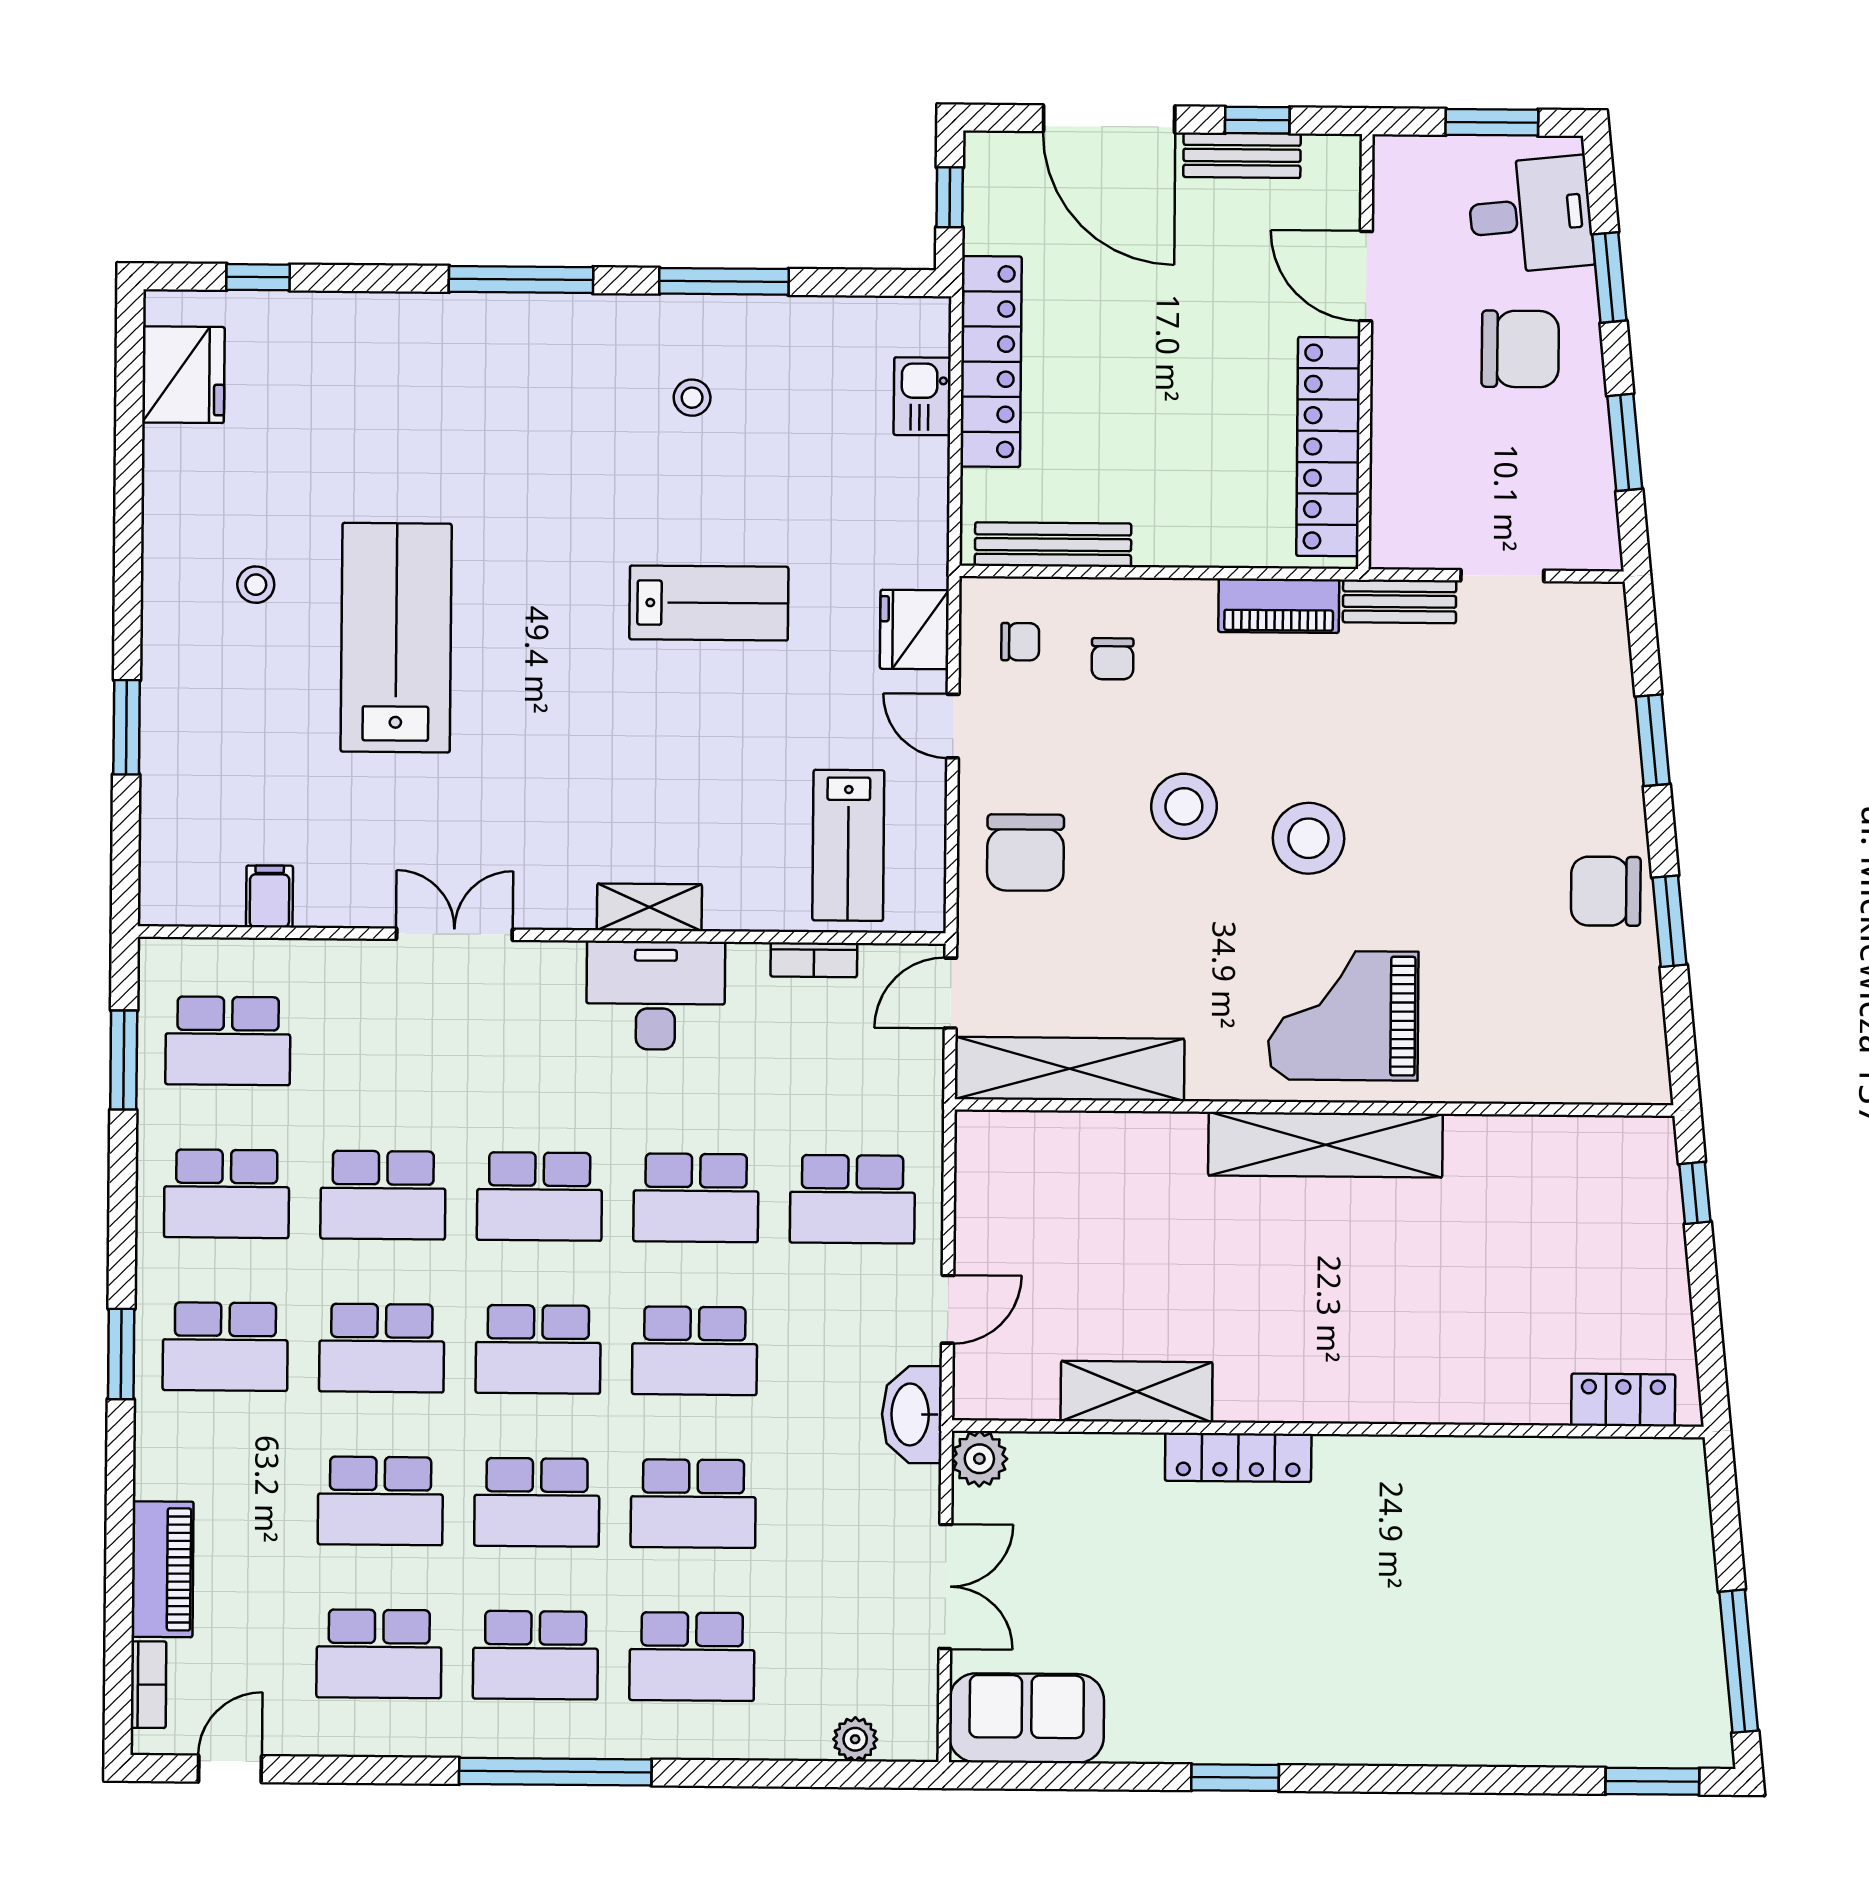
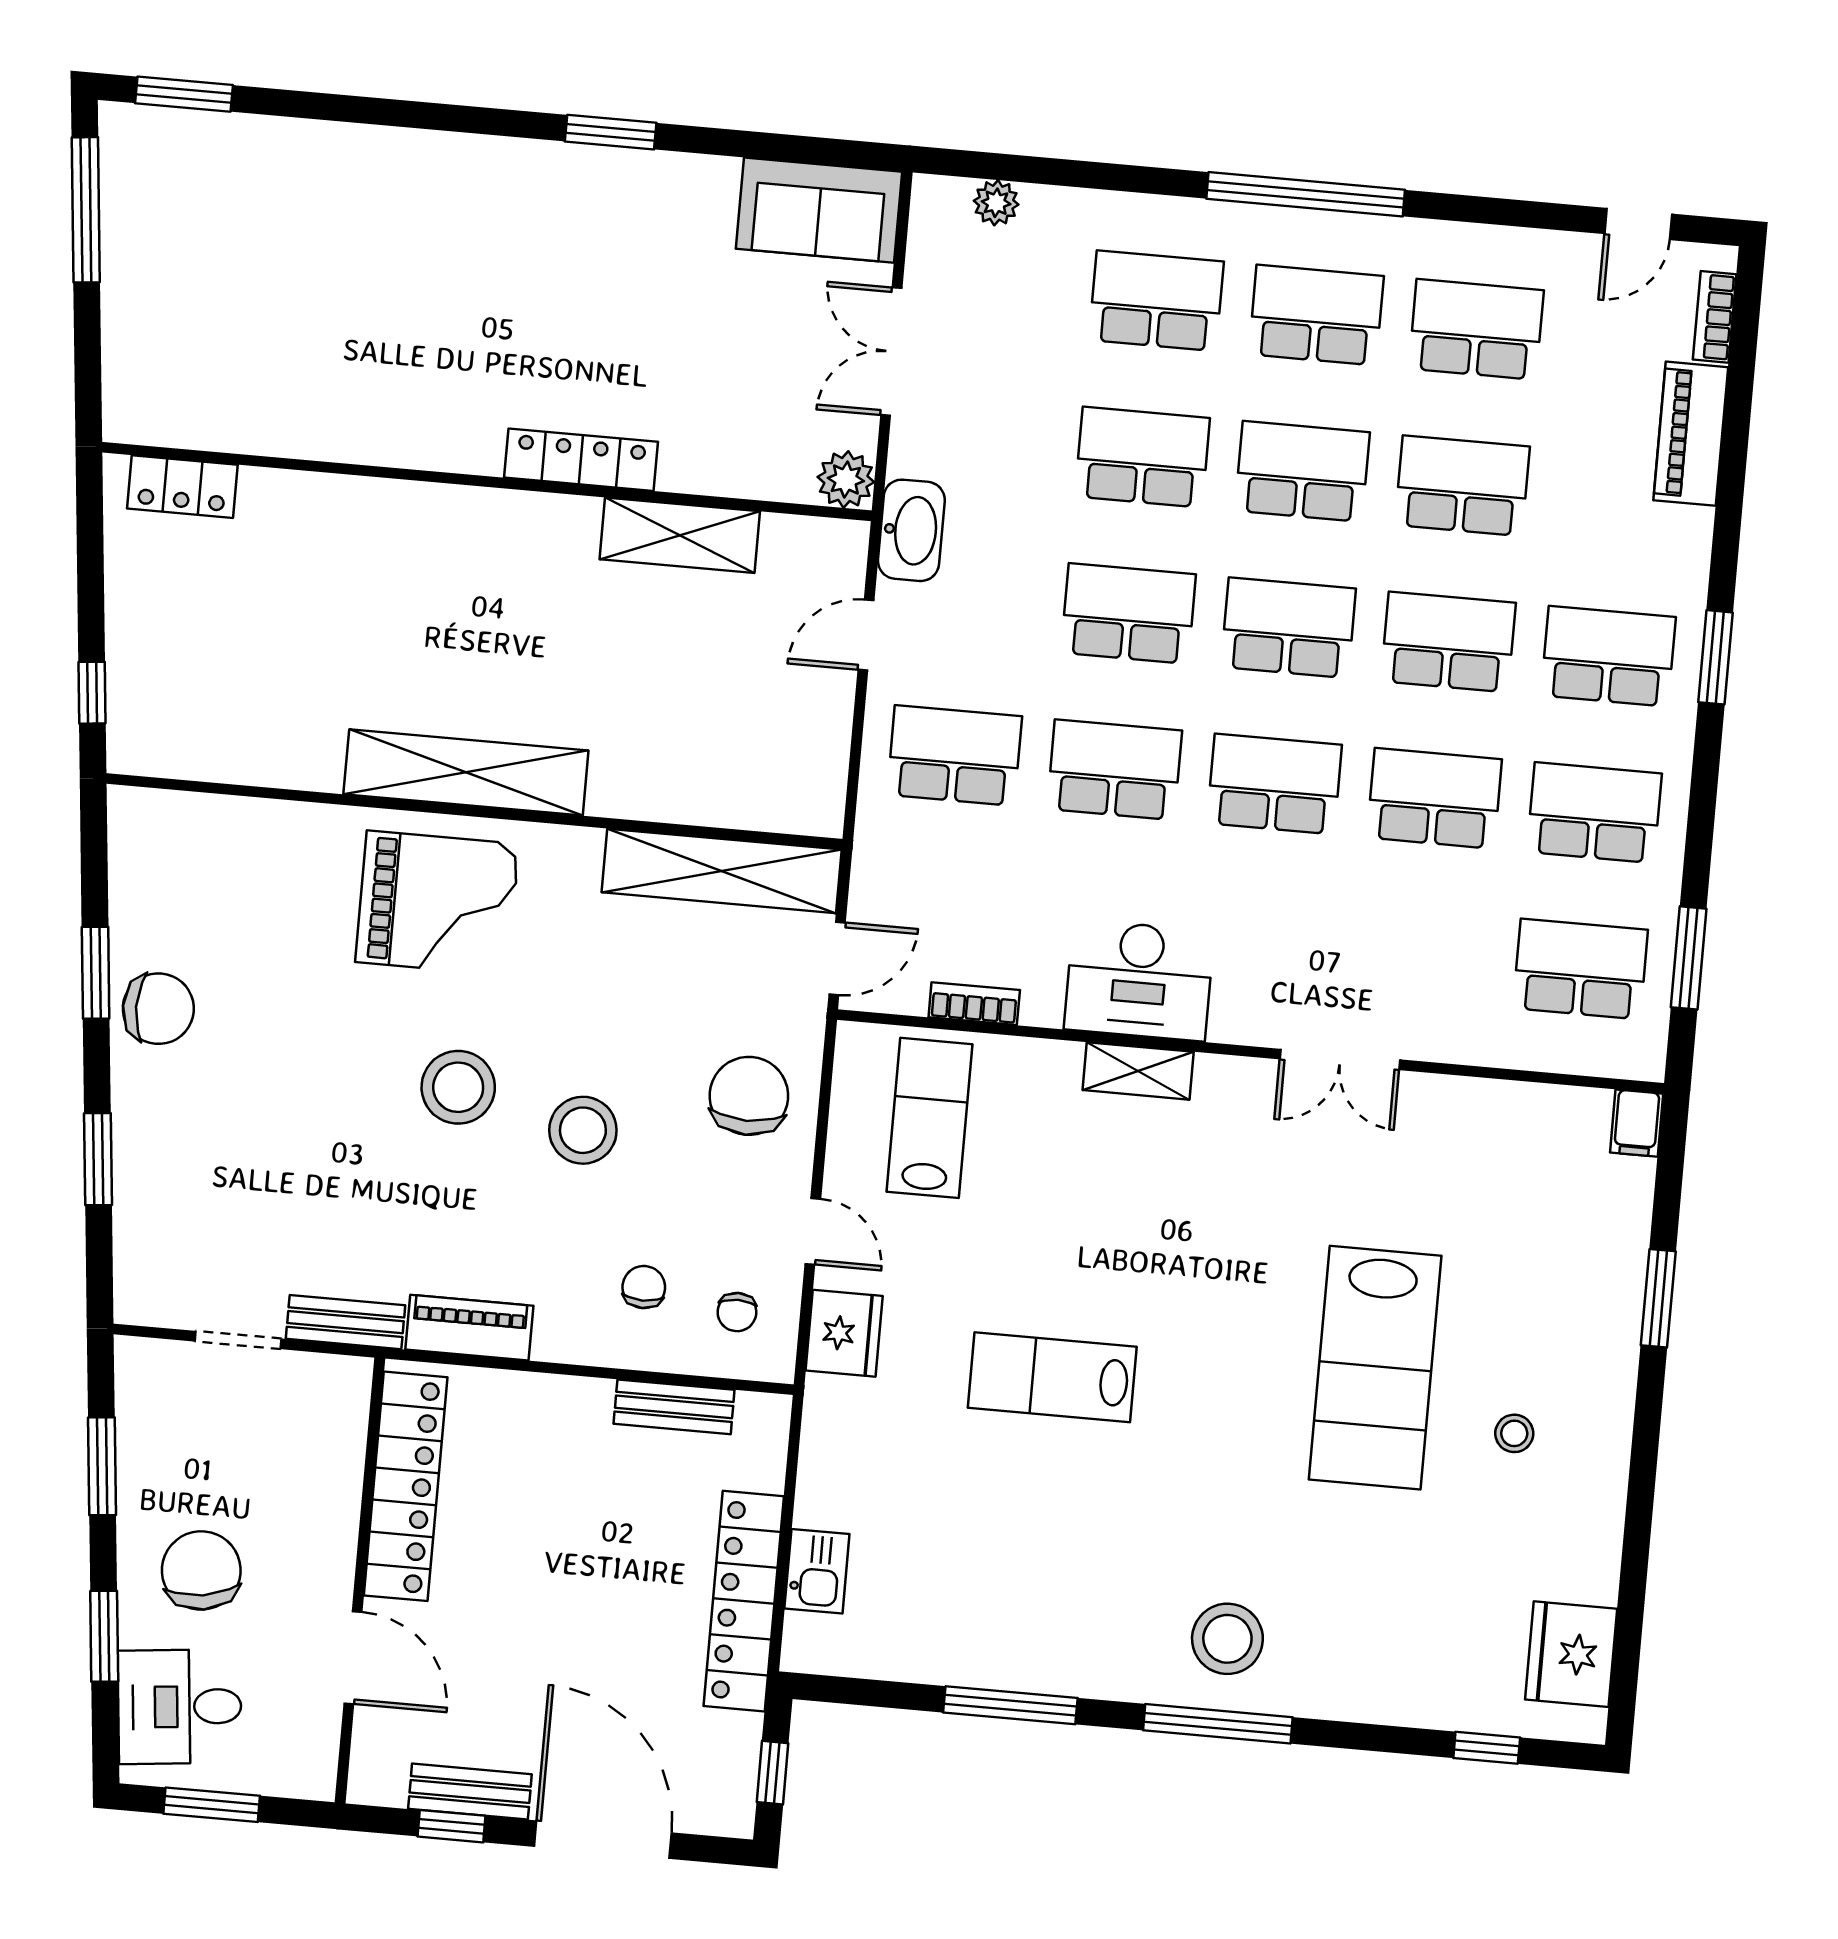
chair: (1520, 349) -> (201, 1570), turned 81
stool: (692, 398) -> (1227, 1639), moved, width x1.89, depth x1.89
bench: (1053, 545) -> (674, 1407), width x0.73
chair: (1020, 642) -> (737, 1312), turned -90
filing cabinet: (269, 896) -> (1637, 1123), moved

